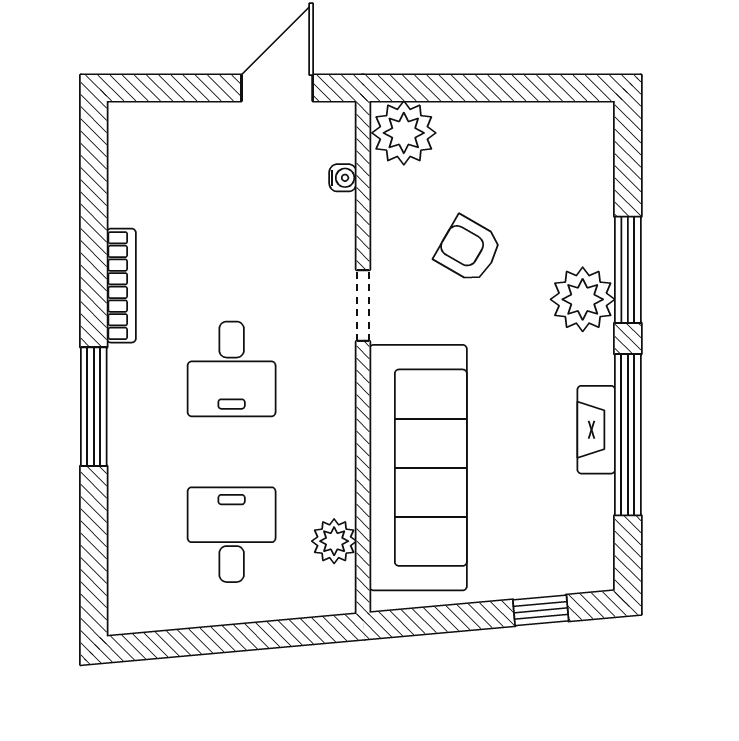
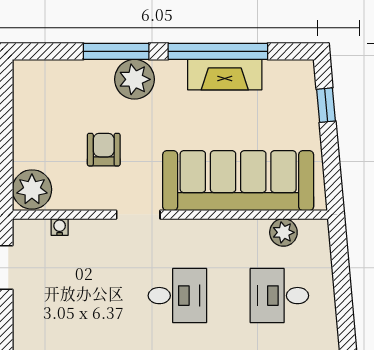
armchair: (469, 249) -> (104, 150), turned 150
fireplace: (596, 430) -> (225, 75), width x1.37, depth x1.32

